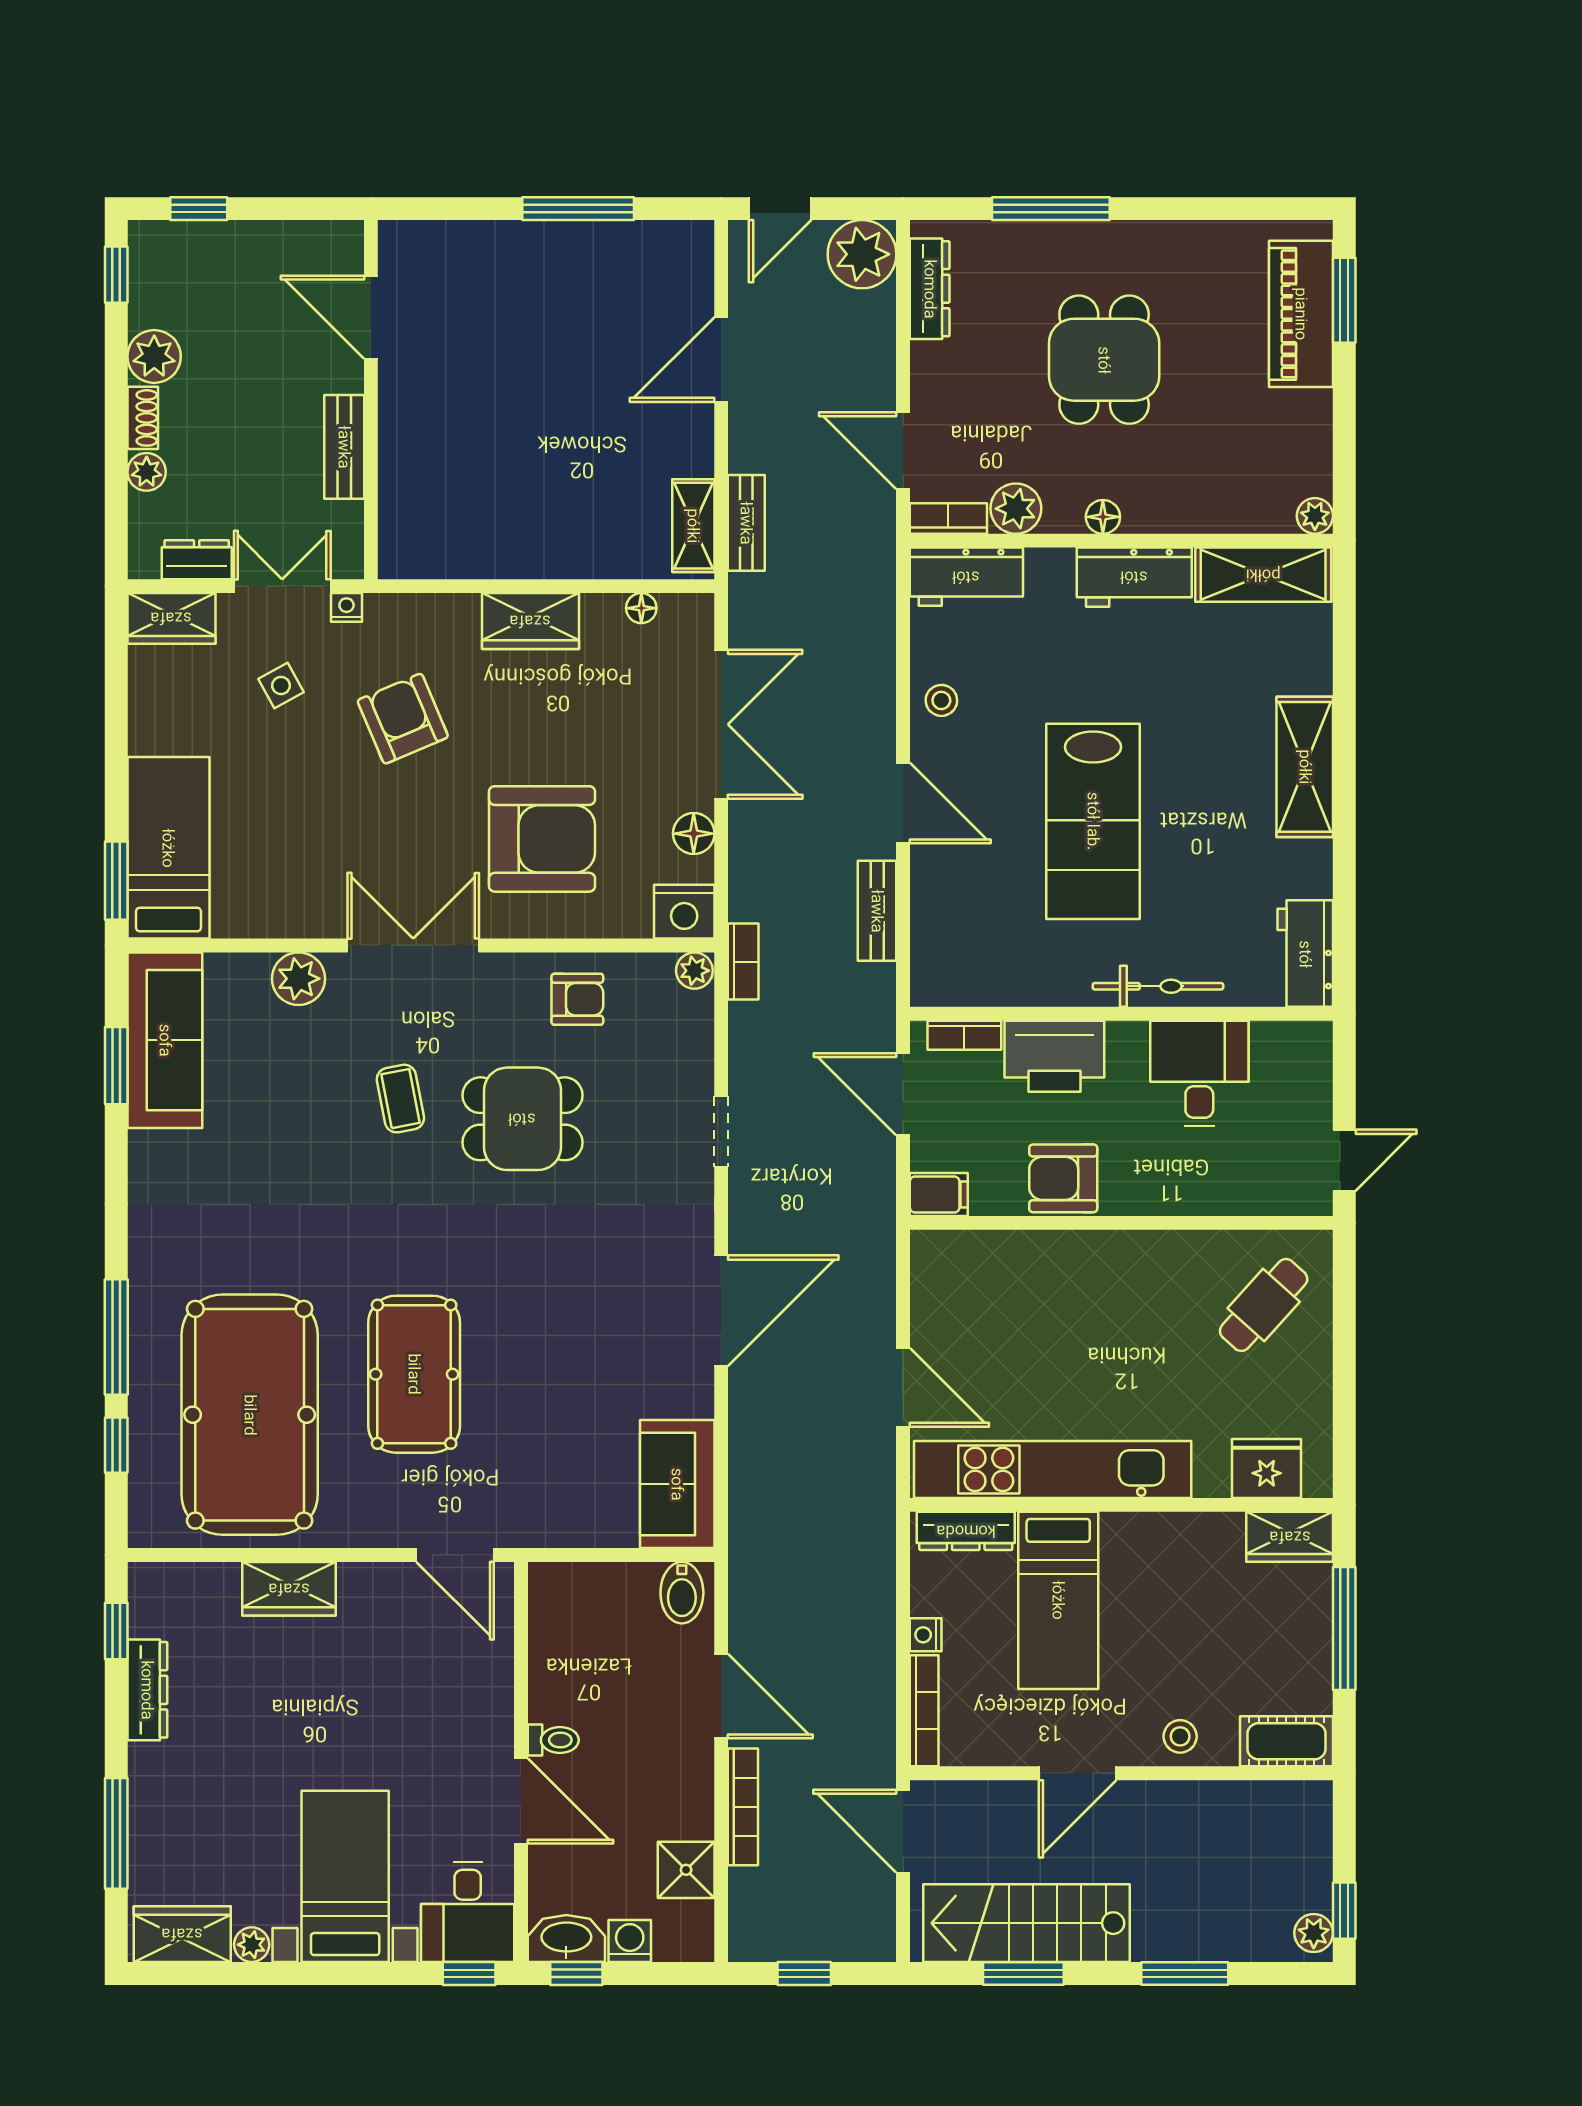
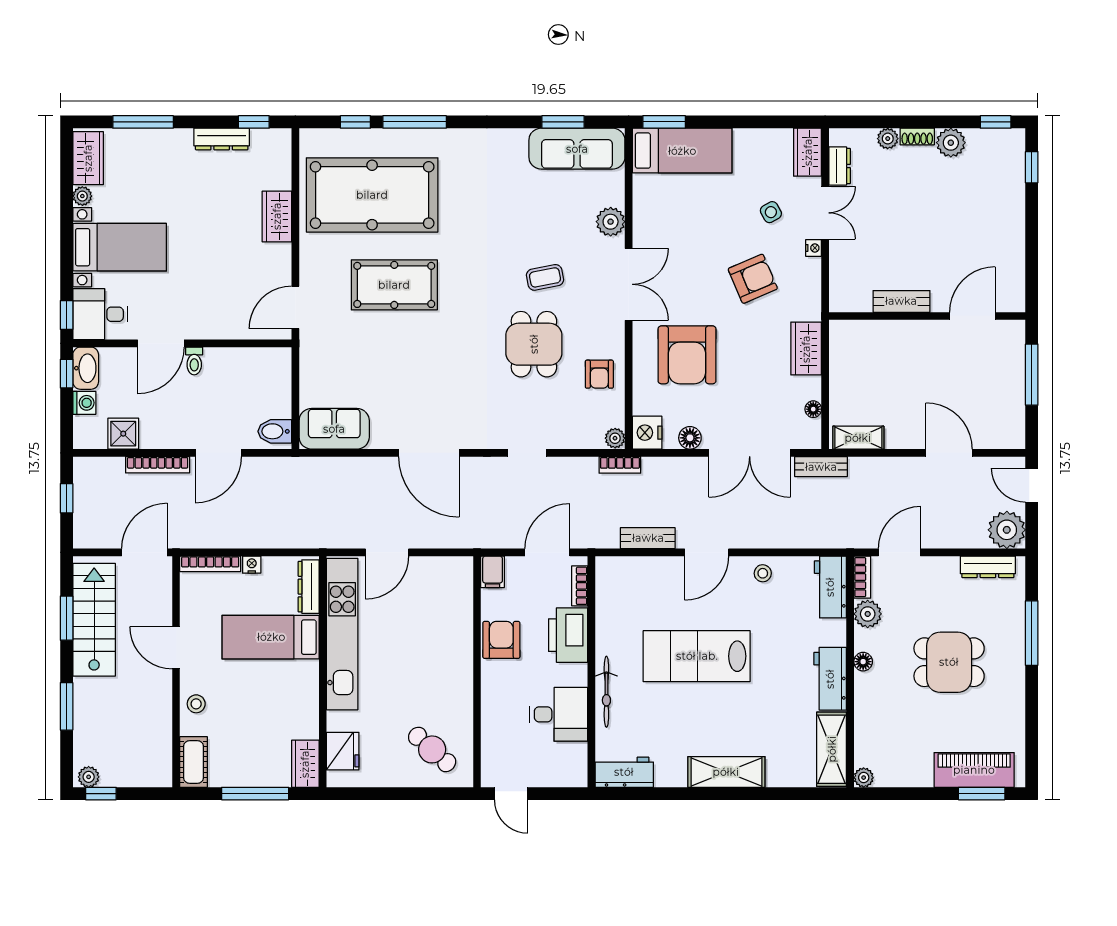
door: (371, 317) -> (972, 316), moved
wall: (371, 400) -> (927, 316), moved
bench: (344, 447) -> (901, 301), moved
bench: (746, 523) -> (821, 467), moved

